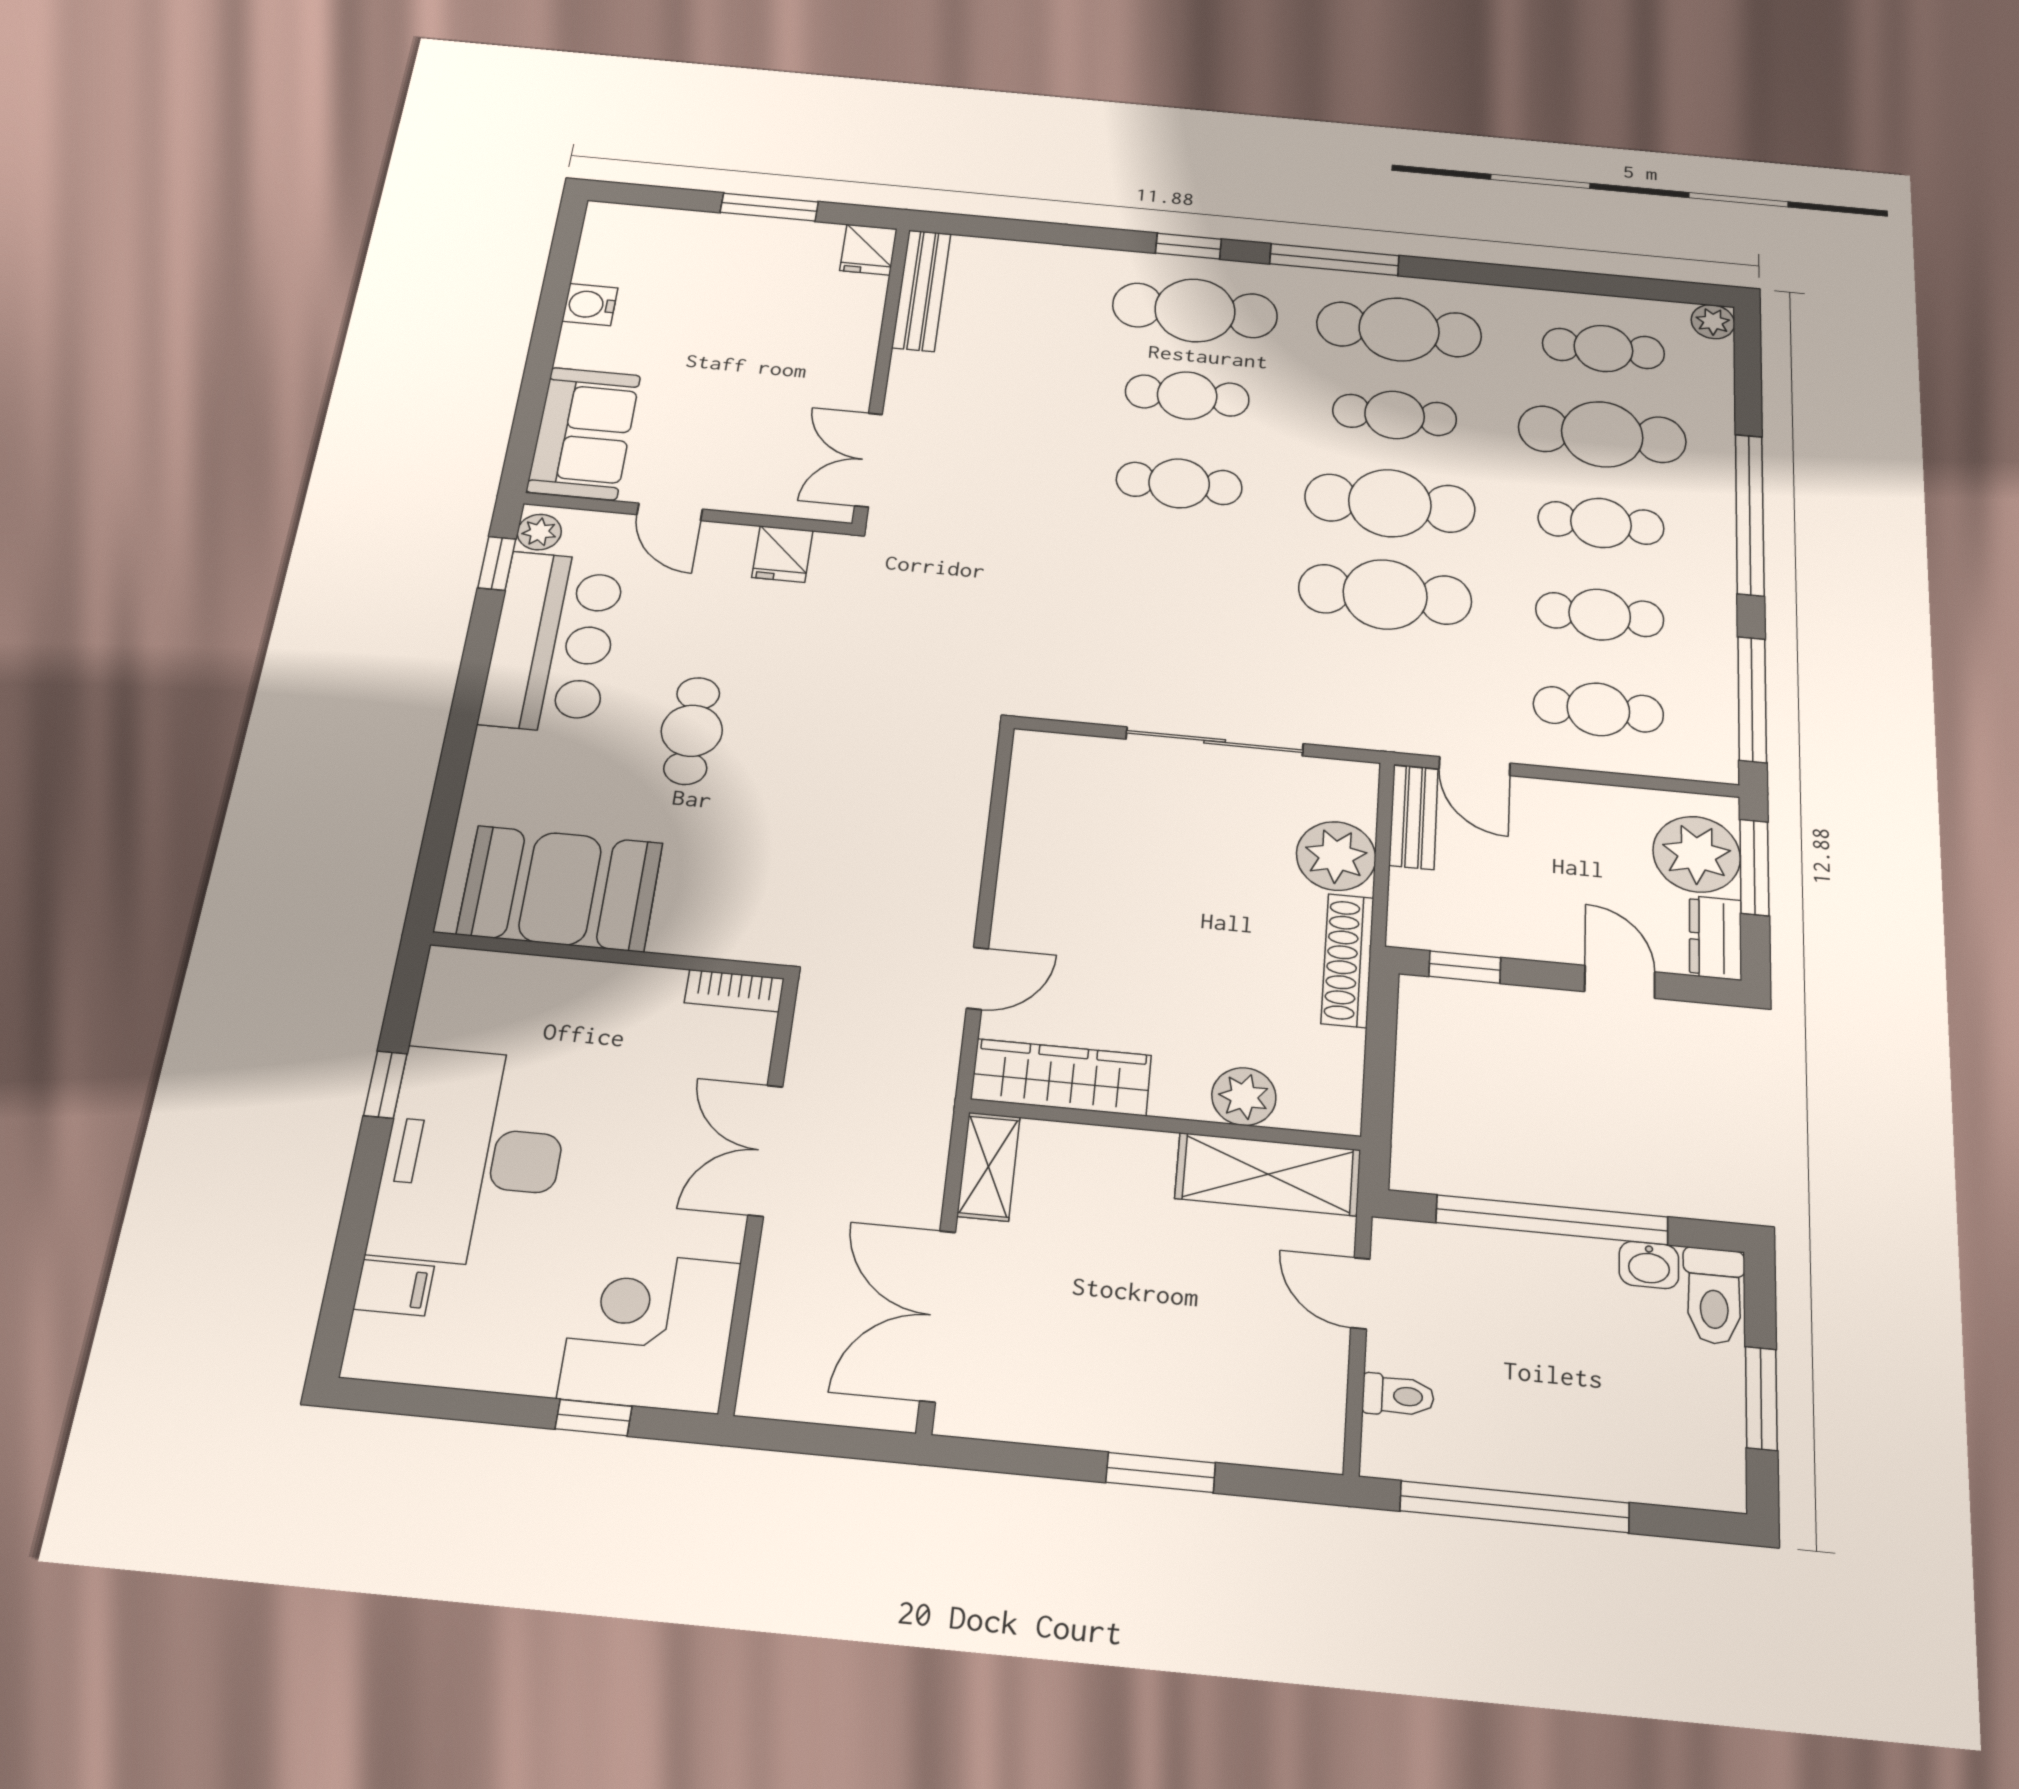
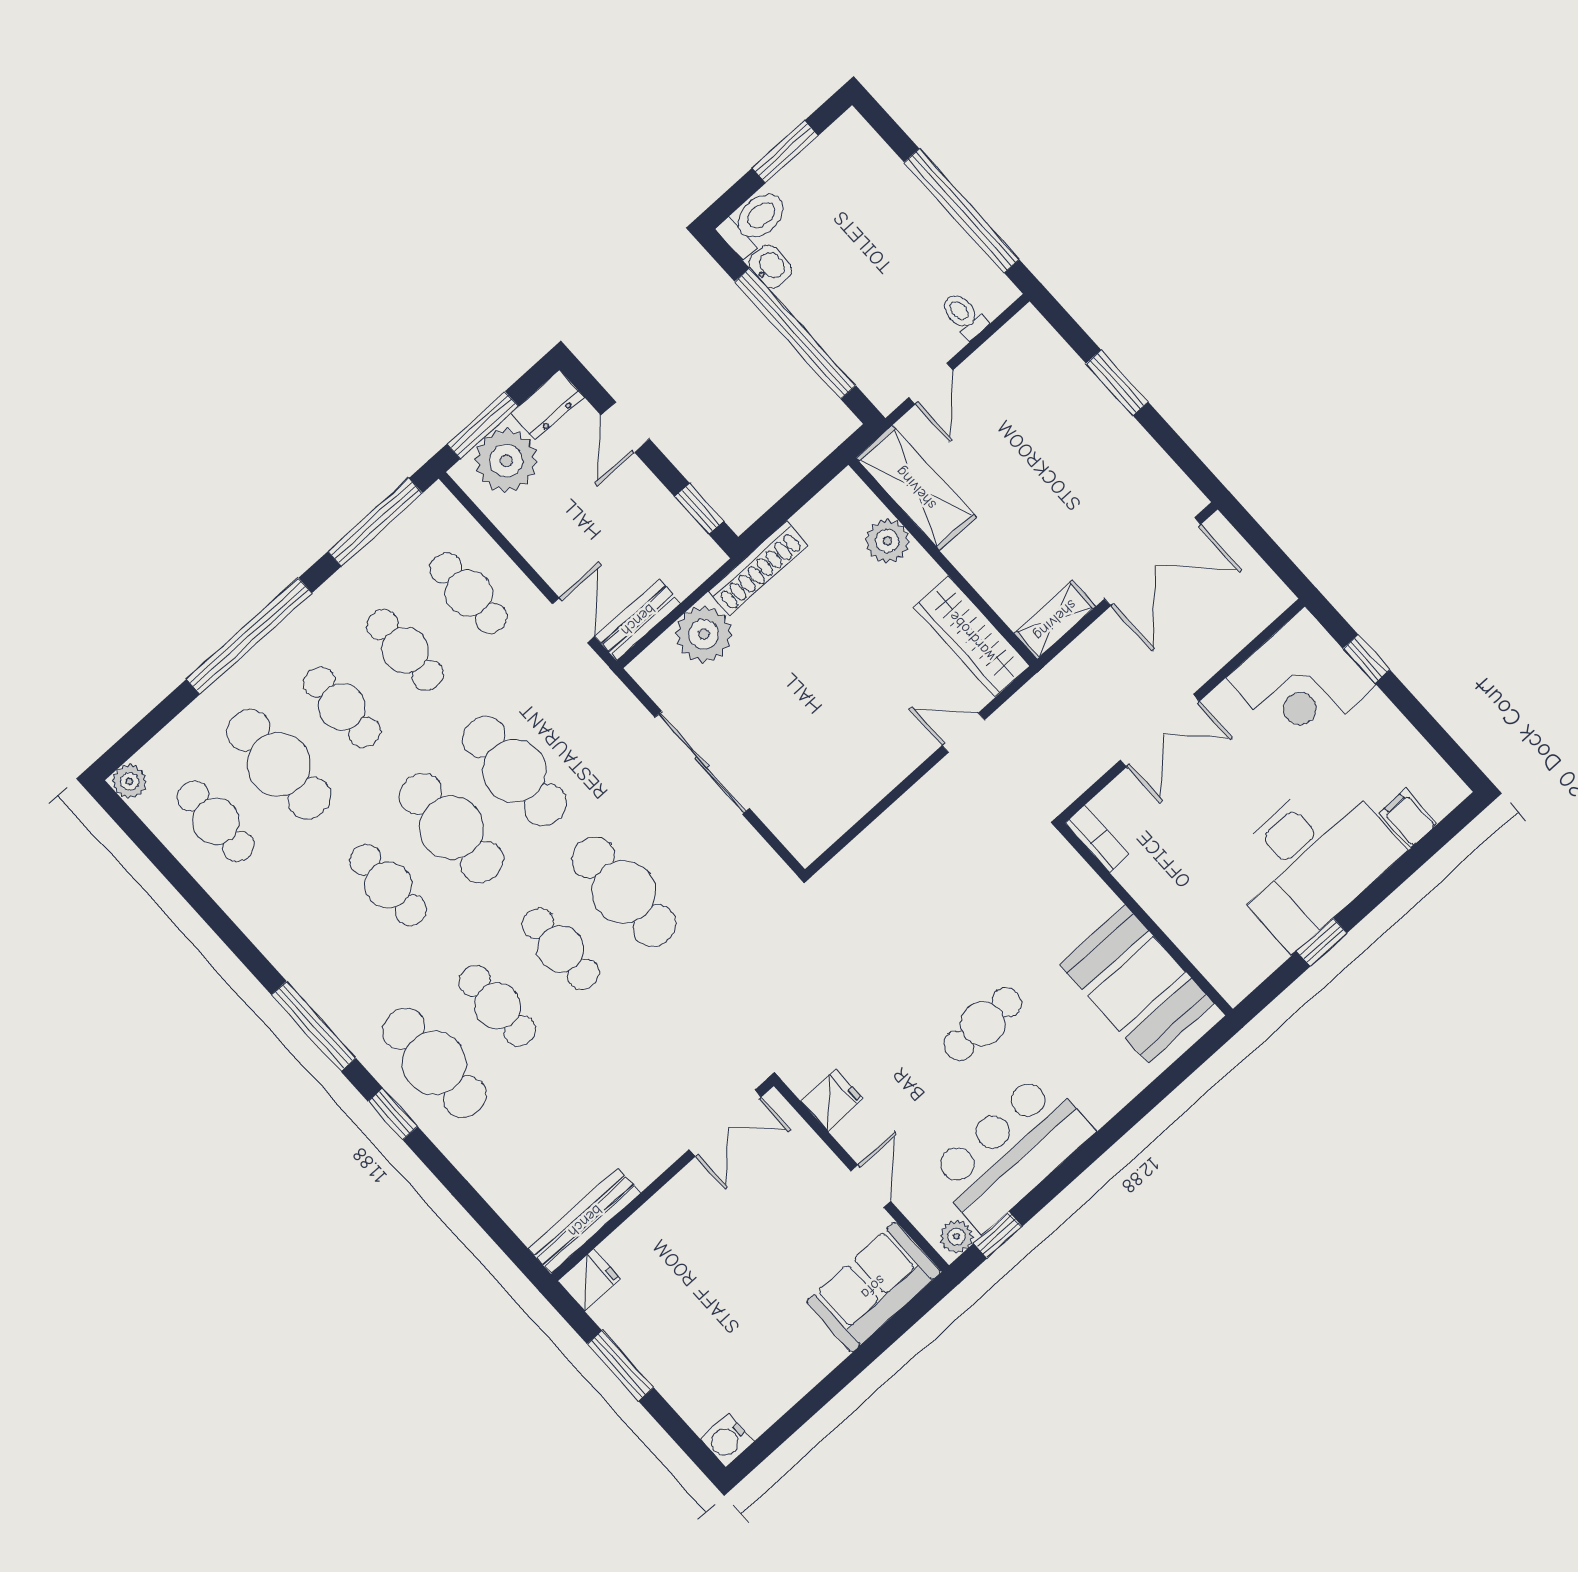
water cooler: (590, 305) -> (727, 1440), moved, turned 90
cafe table: (1399, 329) -> (624, 892), moved

